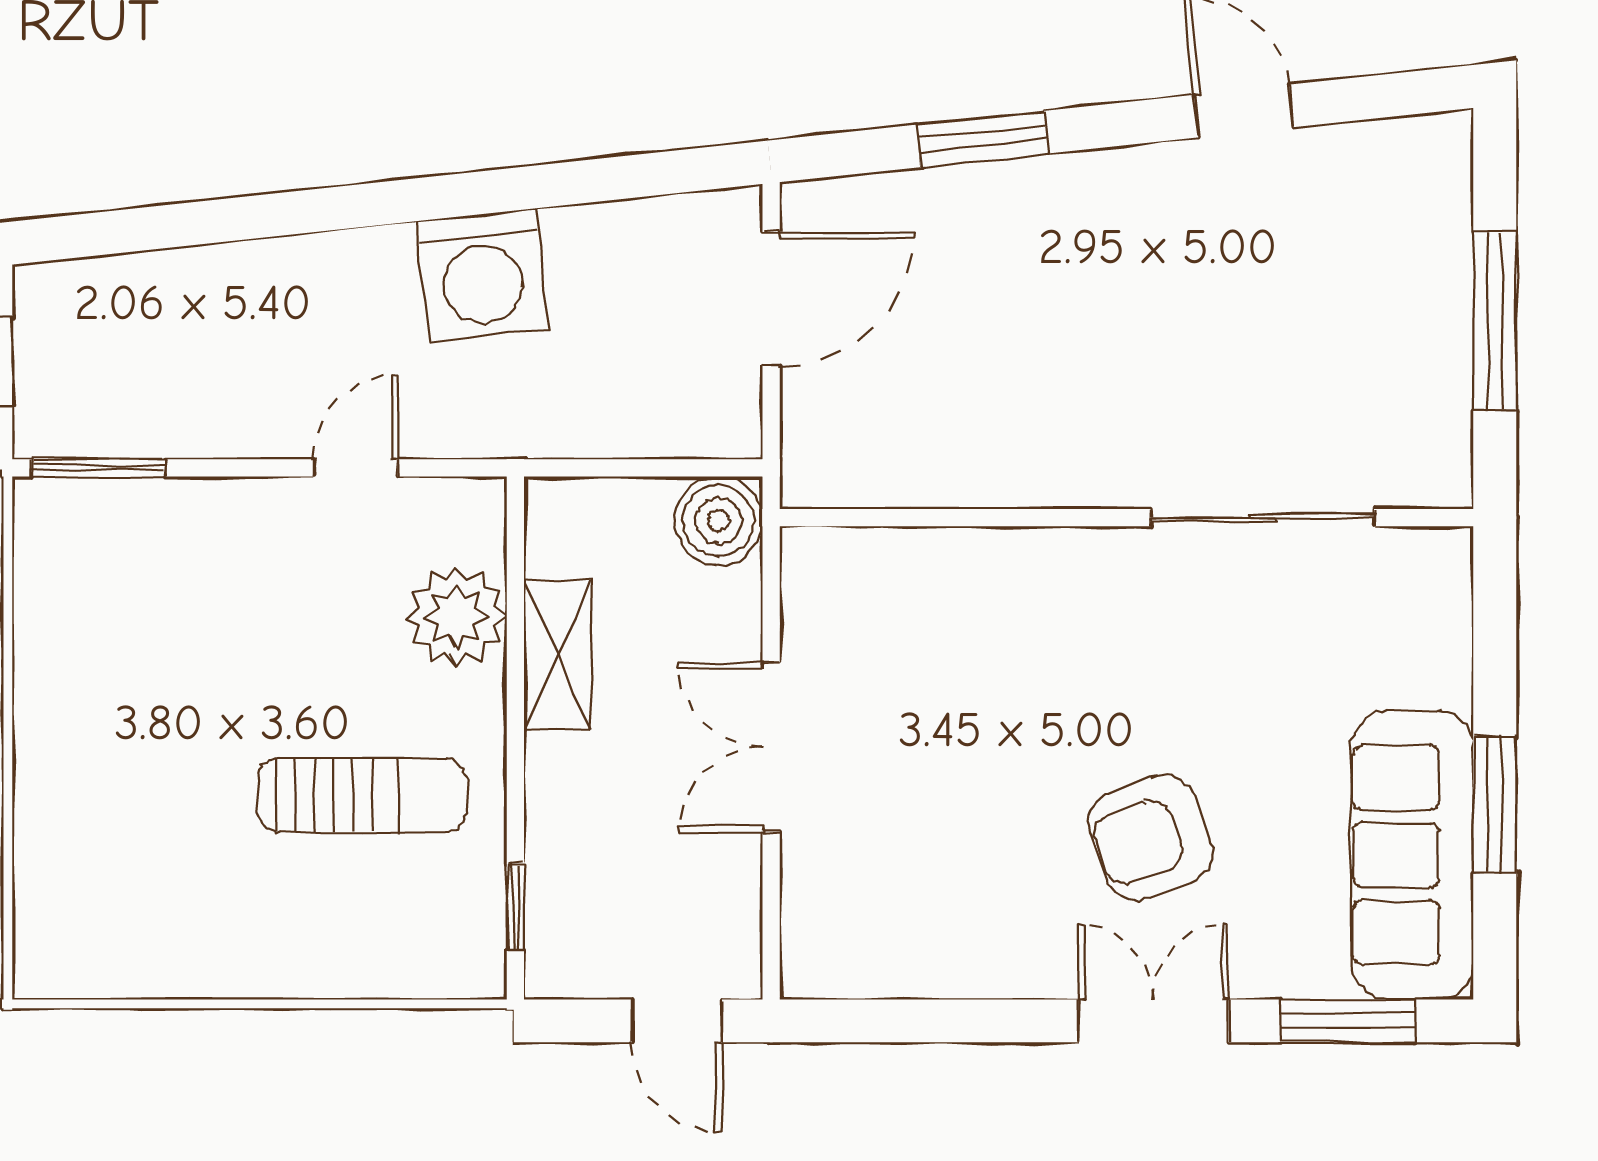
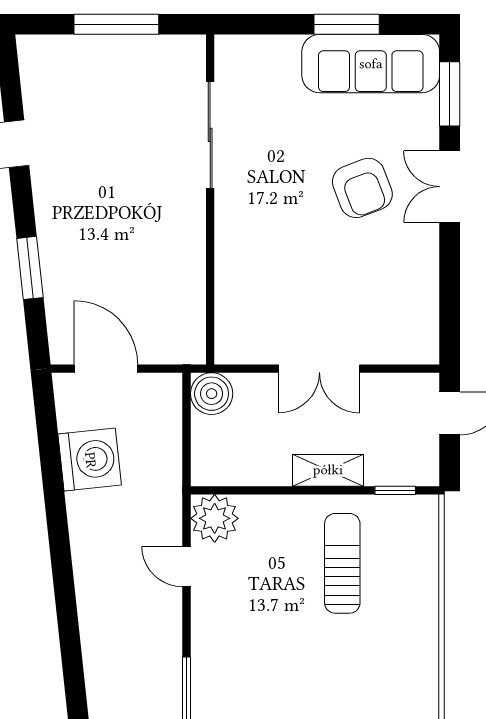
washing machine: (482, 275) -> (90, 460), moved
plant: (456, 617) -> (215, 518), moved
shelving: (557, 655) -> (328, 470), moved

